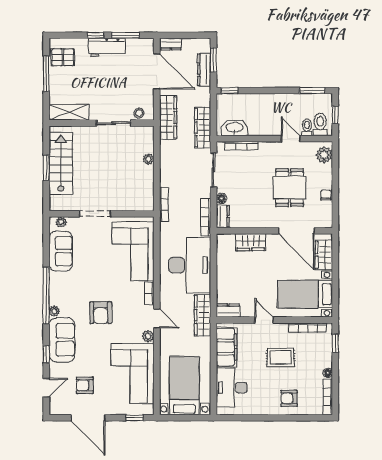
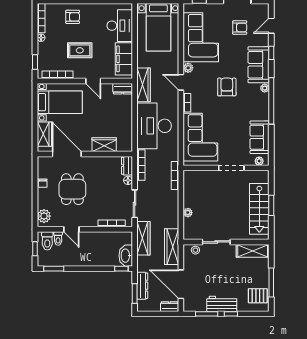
washbasin: (235, 128) -> (126, 256), moved, turned 90

